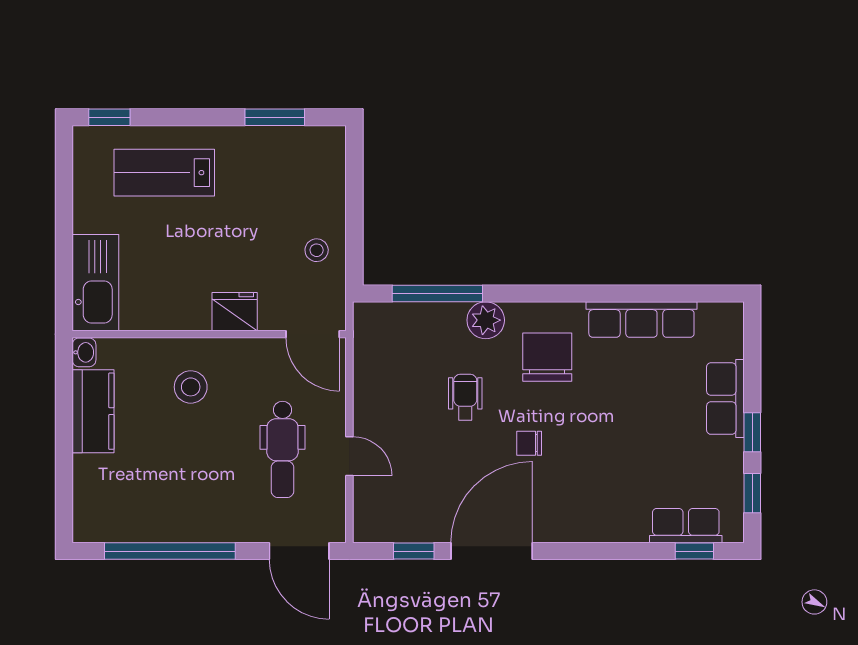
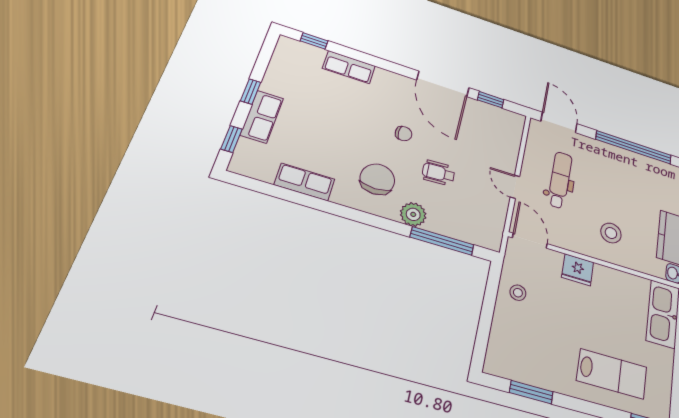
row of seats: (641, 320) -> (304, 182), width x0.68
chair: (547, 357) -> (377, 179), turned 180
wheelchair: (465, 397) -> (438, 173), turned 87
door: (349, 456) -> (515, 187), moved
window: (752, 493) -> (231, 139), moved
row of seats: (686, 526) -> (349, 67), moved
door: (492, 551) -> (443, 84), hinge flipped

